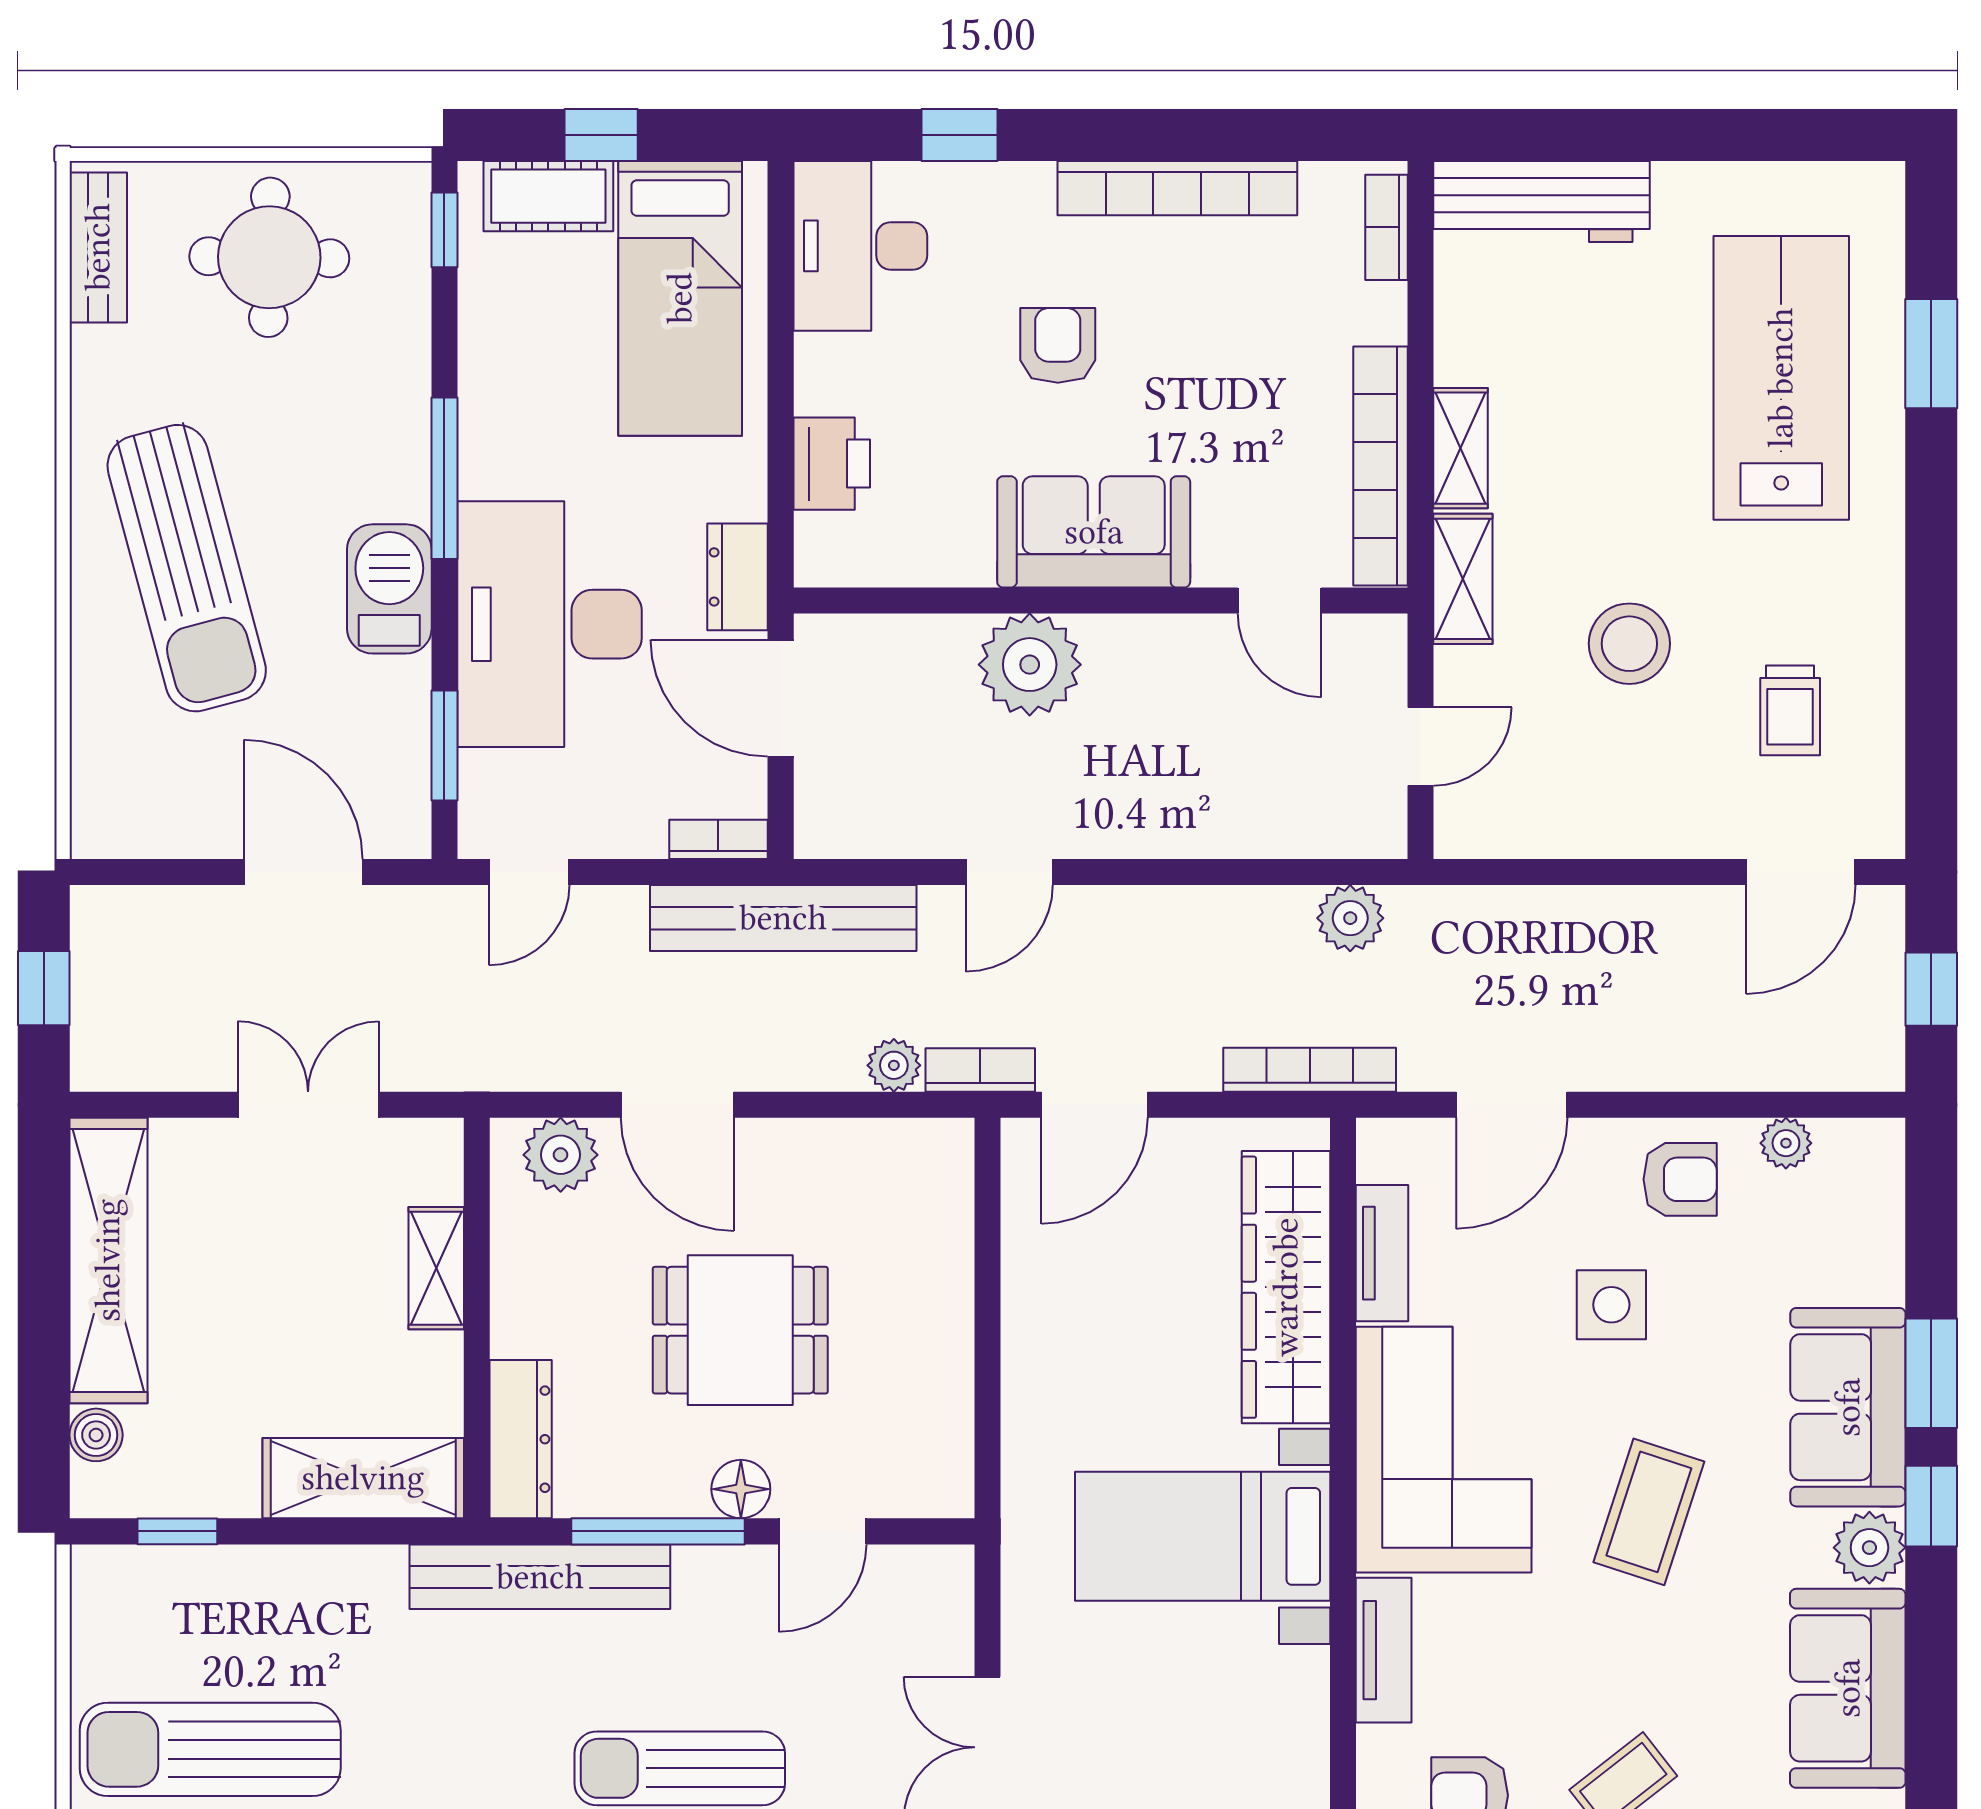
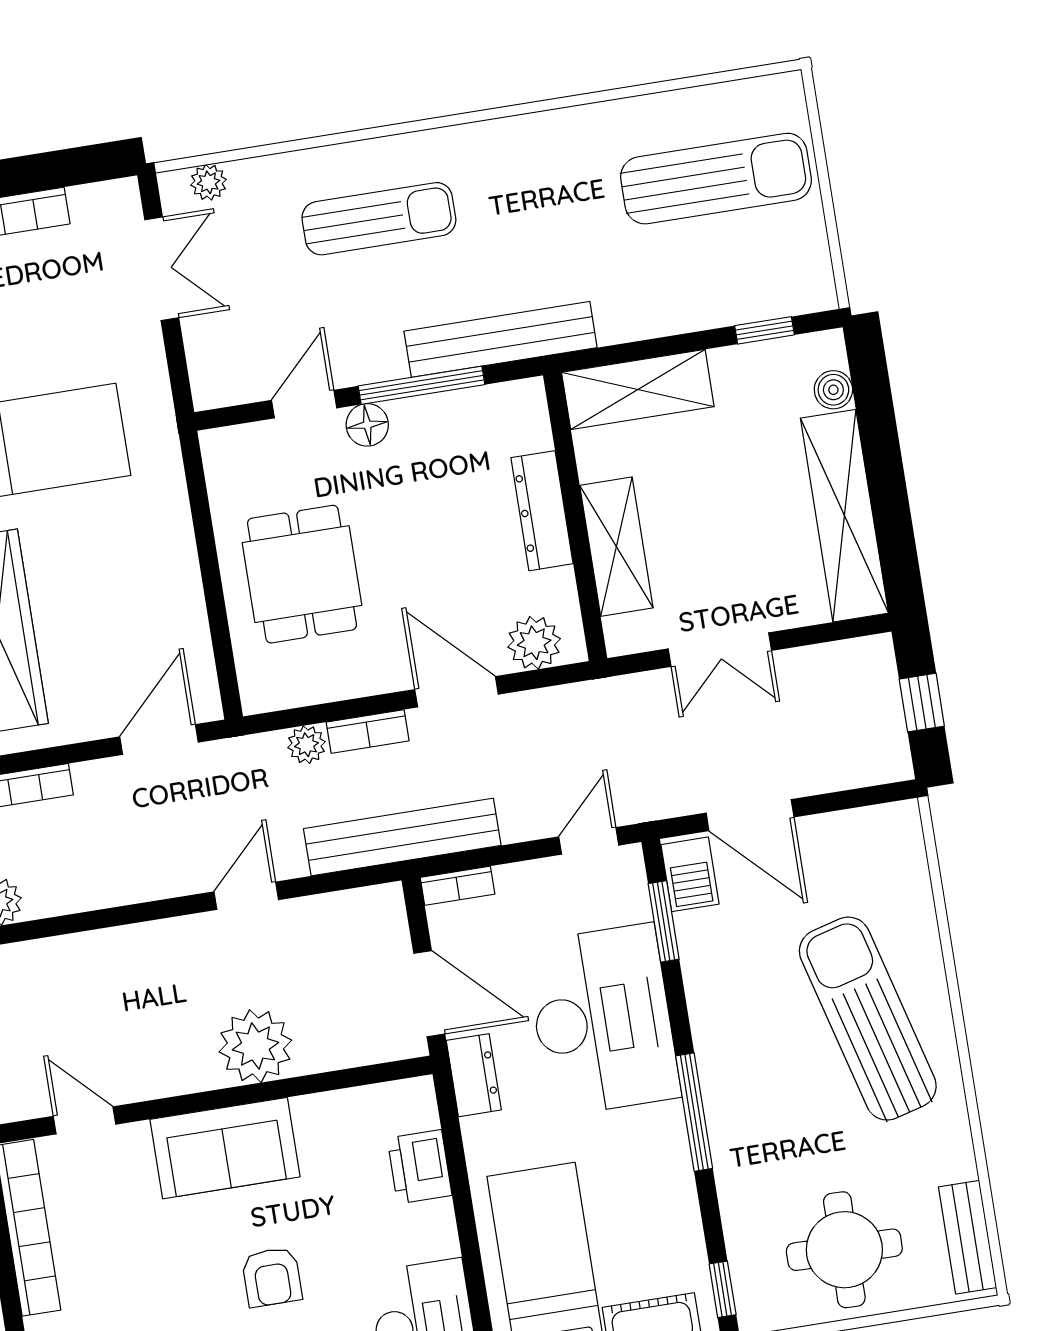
barbecue: (389, 589) -> (690, 874), moved, width x0.73, depth x0.79
bookcase: (980, 1070) -> (368, 732), moved
shelving: (436, 1268) -> (616, 547), width x1.50, depth x1.33
dining table: (740, 1330) -> (302, 574), moved, turned 90
dresser: (521, 1439) -> (542, 511), moved

